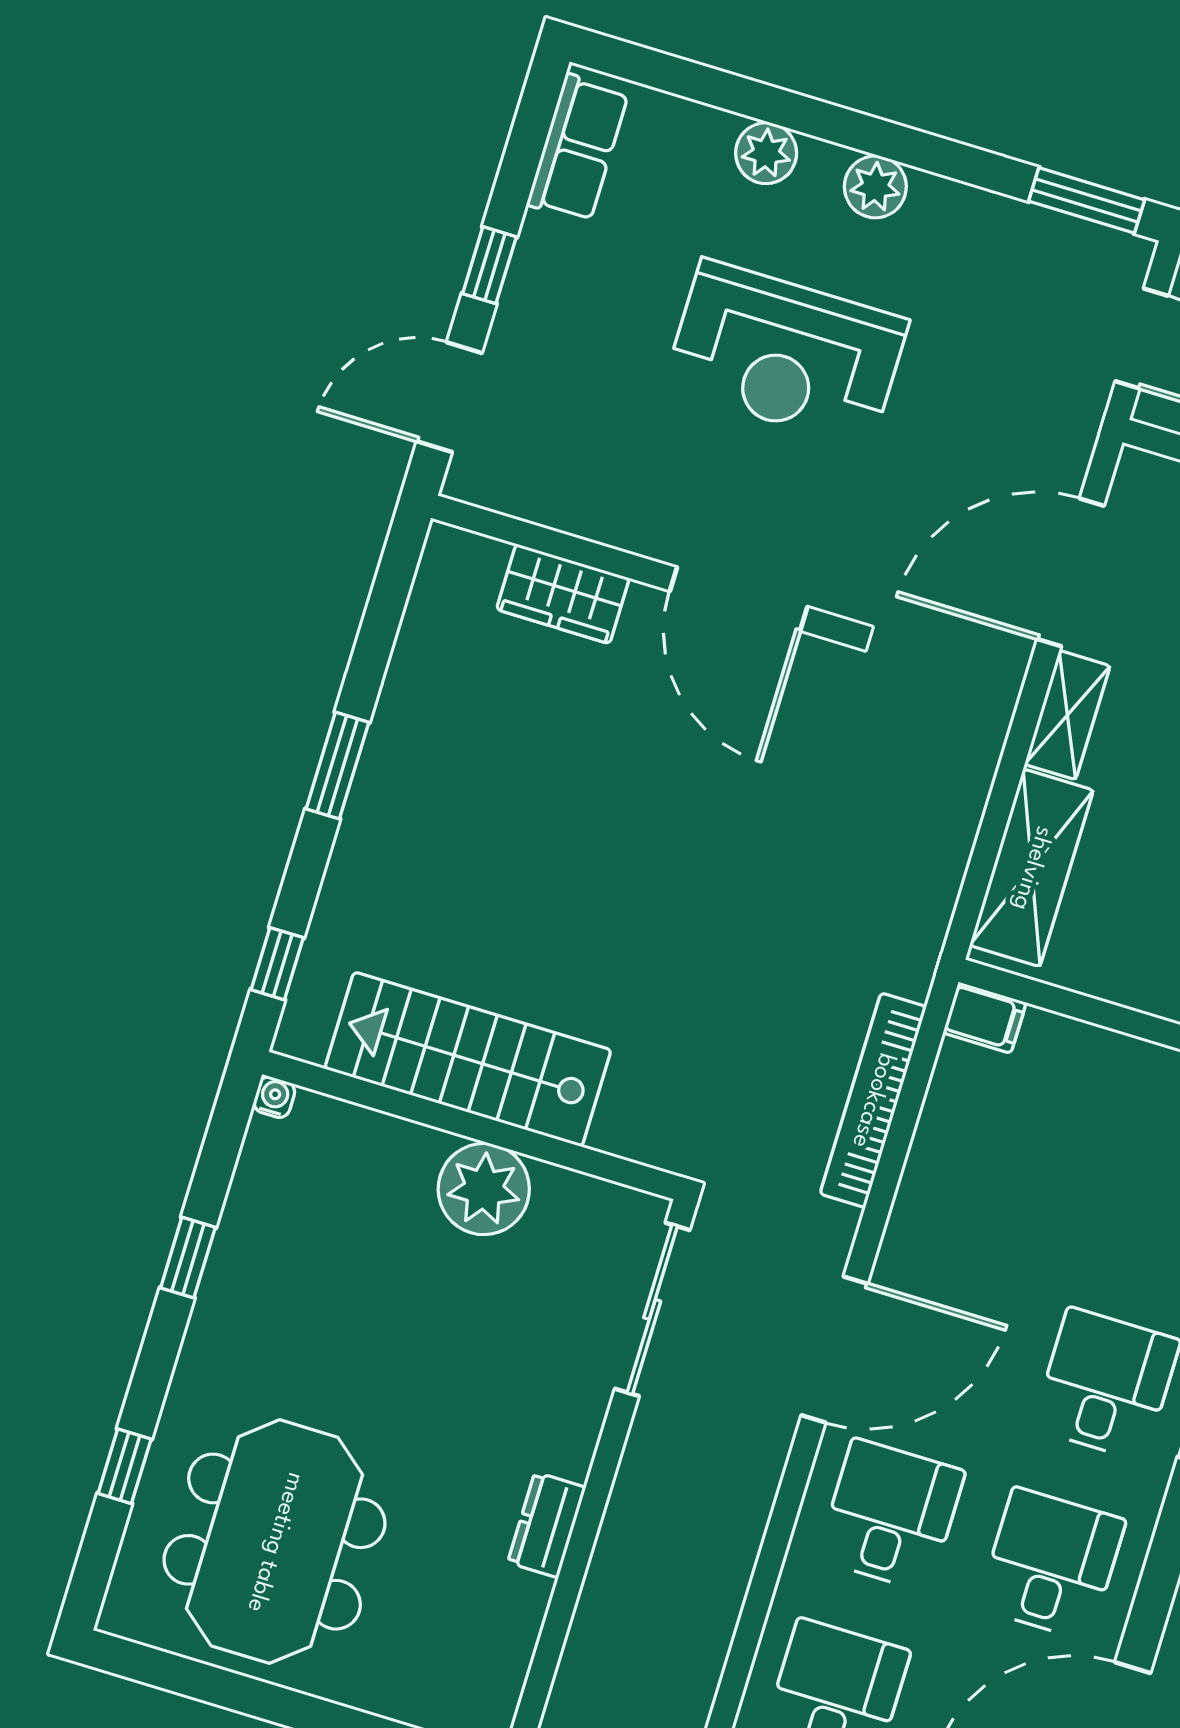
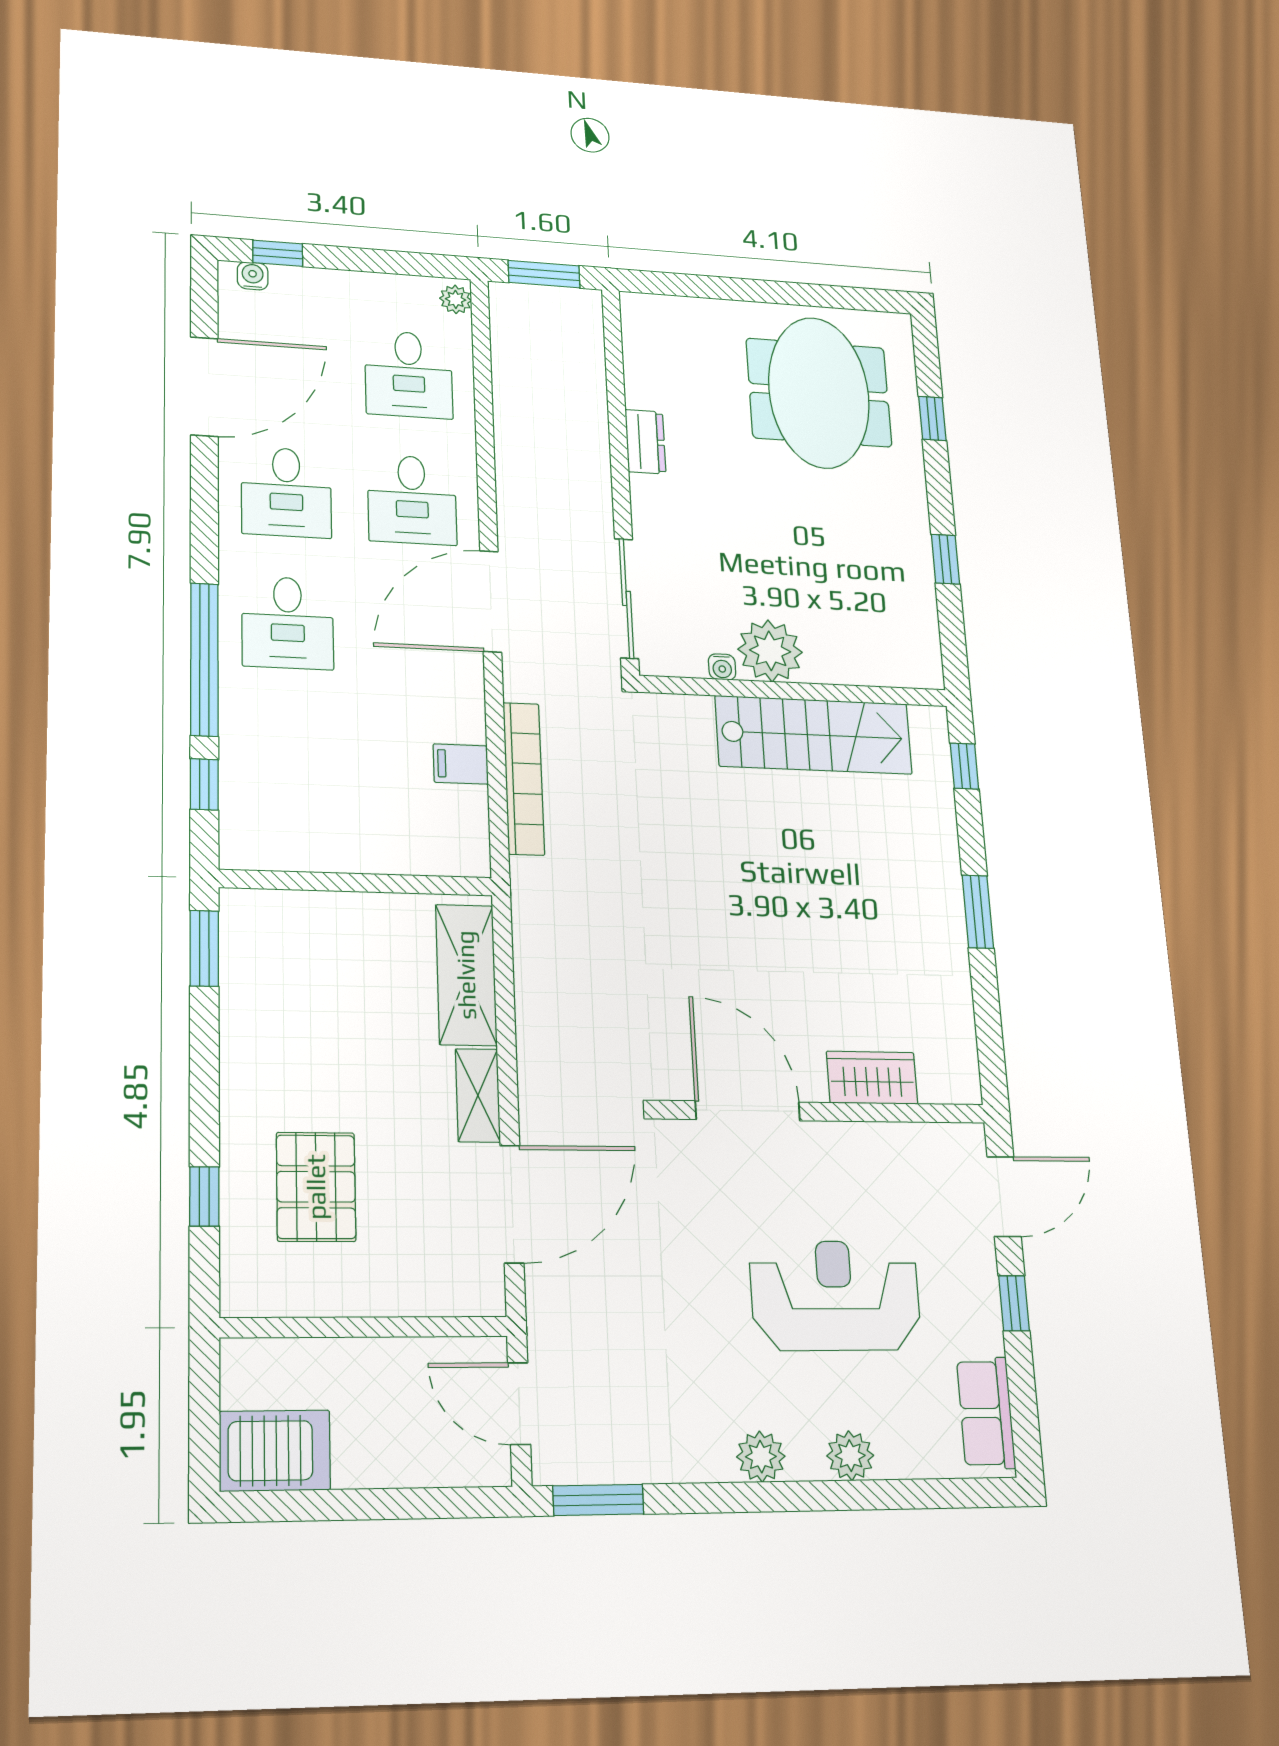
reception desk: (786, 354) -> (835, 1296), moved
filing cabinet: (985, 1018) -> (461, 764), moved
water cooler: (274, 1097) -> (722, 667), moved

